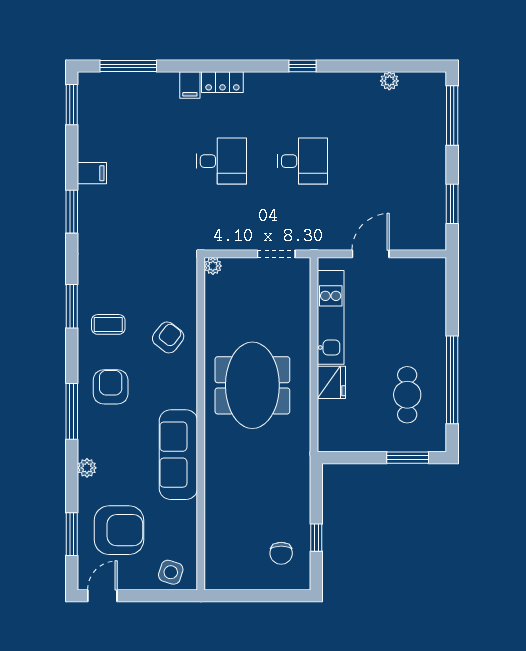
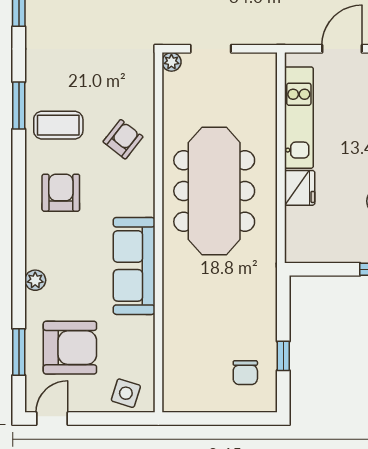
doorway: (276, 254) -> (211, 49), moved
coffee table: (108, 324) -> (58, 125), width x1.36, depth x1.30
meeting table: (252, 385) -> (214, 191), width x1.36
window: (72, 411) -> (19, 219), removed

